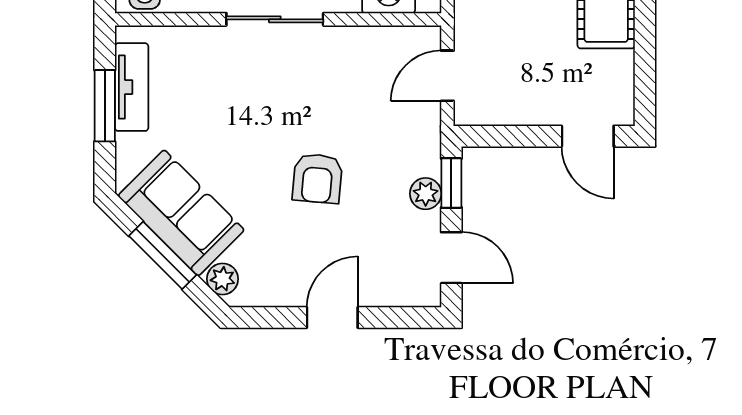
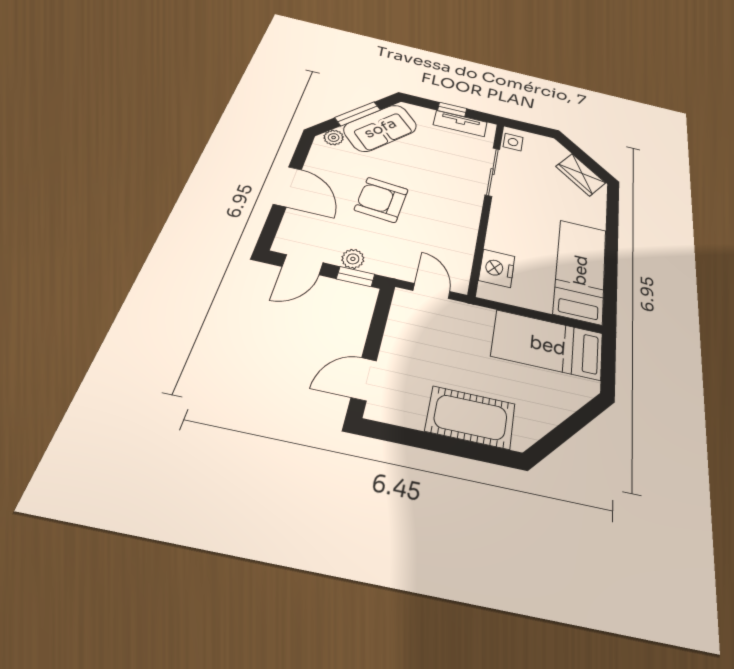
sliding door: (275, 19) -> (493, 172), moved
window: (105, 106) -> (452, 109), width x0.67
armchair: (317, 178) -> (381, 200), width x1.38, depth x1.38
door: (332, 318) -> (288, 187), width x1.38

